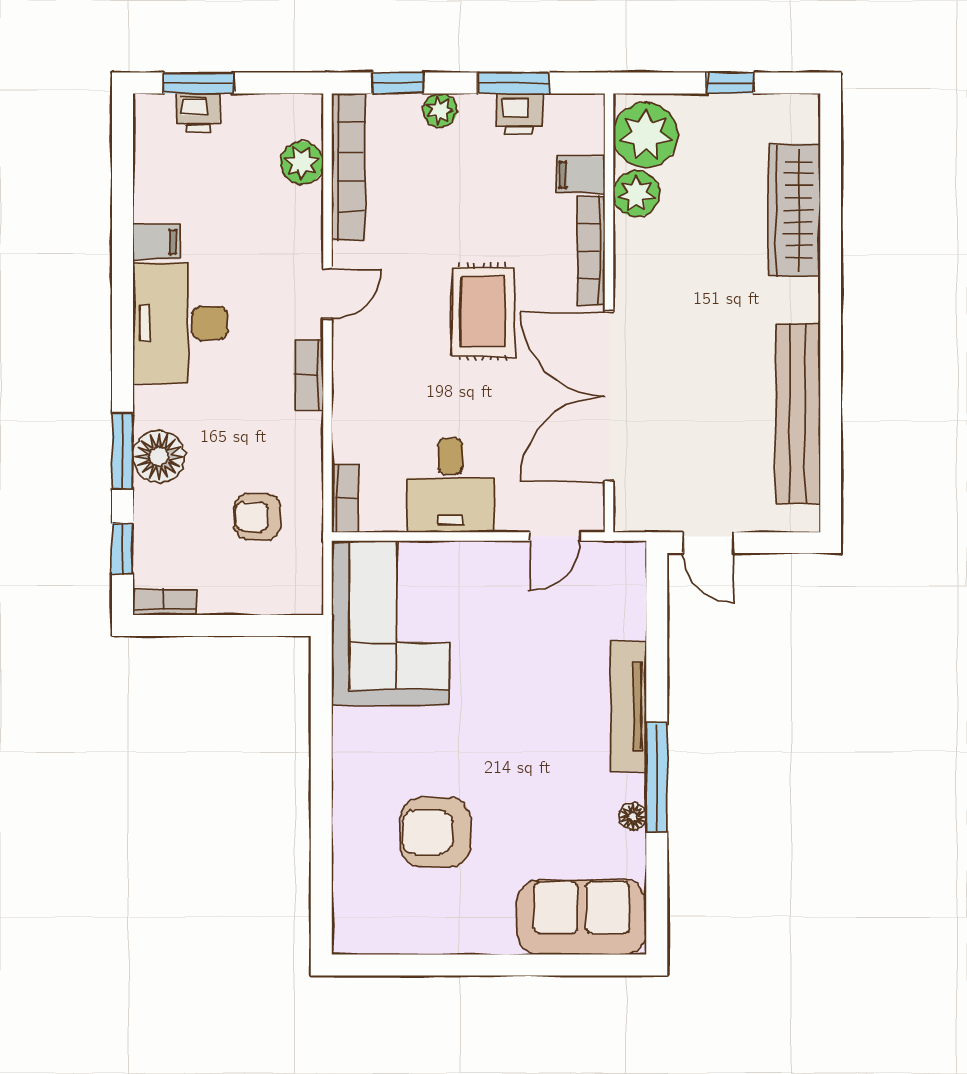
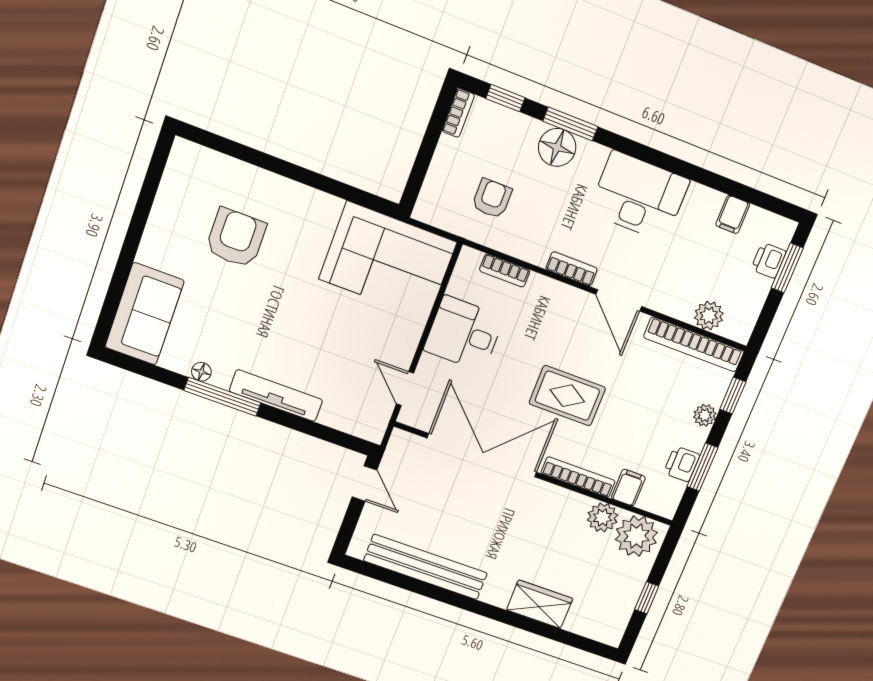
wardrobe: (795, 210) -> (540, 604), width x0.67
filing cabinet: (156, 242) -> (733, 214), moved
door: (328, 294) -> (619, 300), width x1.38
bookcase: (345, 498) -> (505, 270), moved
door: (708, 543) -> (364, 483), swing flipped

